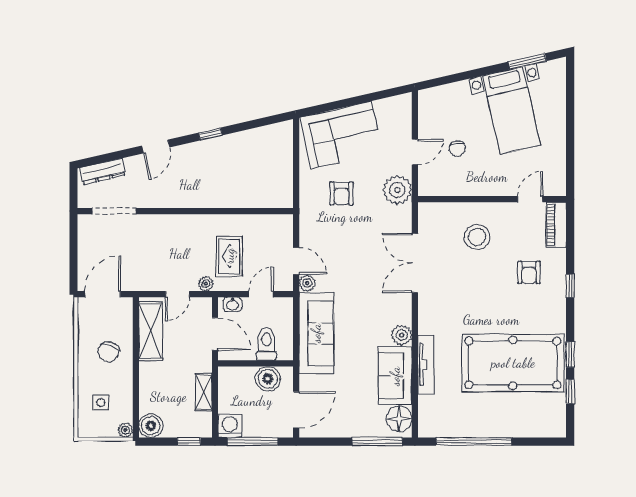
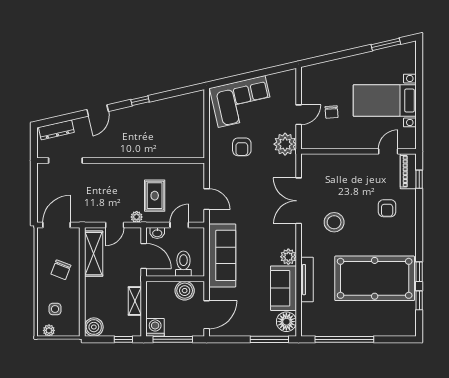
bed with nightstands: (511, 110) -> (385, 101), moved, turned 103
stool: (477, 237) -> (334, 222), moved
plant: (307, 283) -> (215, 216), removed
window: (570, 286) -> (419, 179), moved
plant: (125, 430) -> (49, 330), moved

